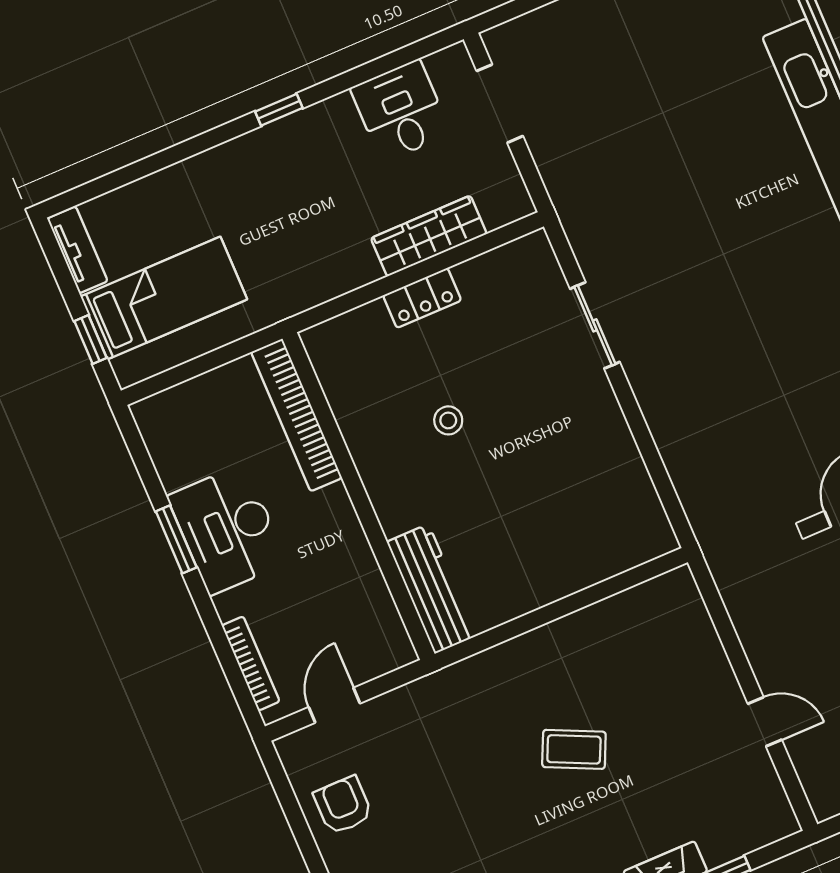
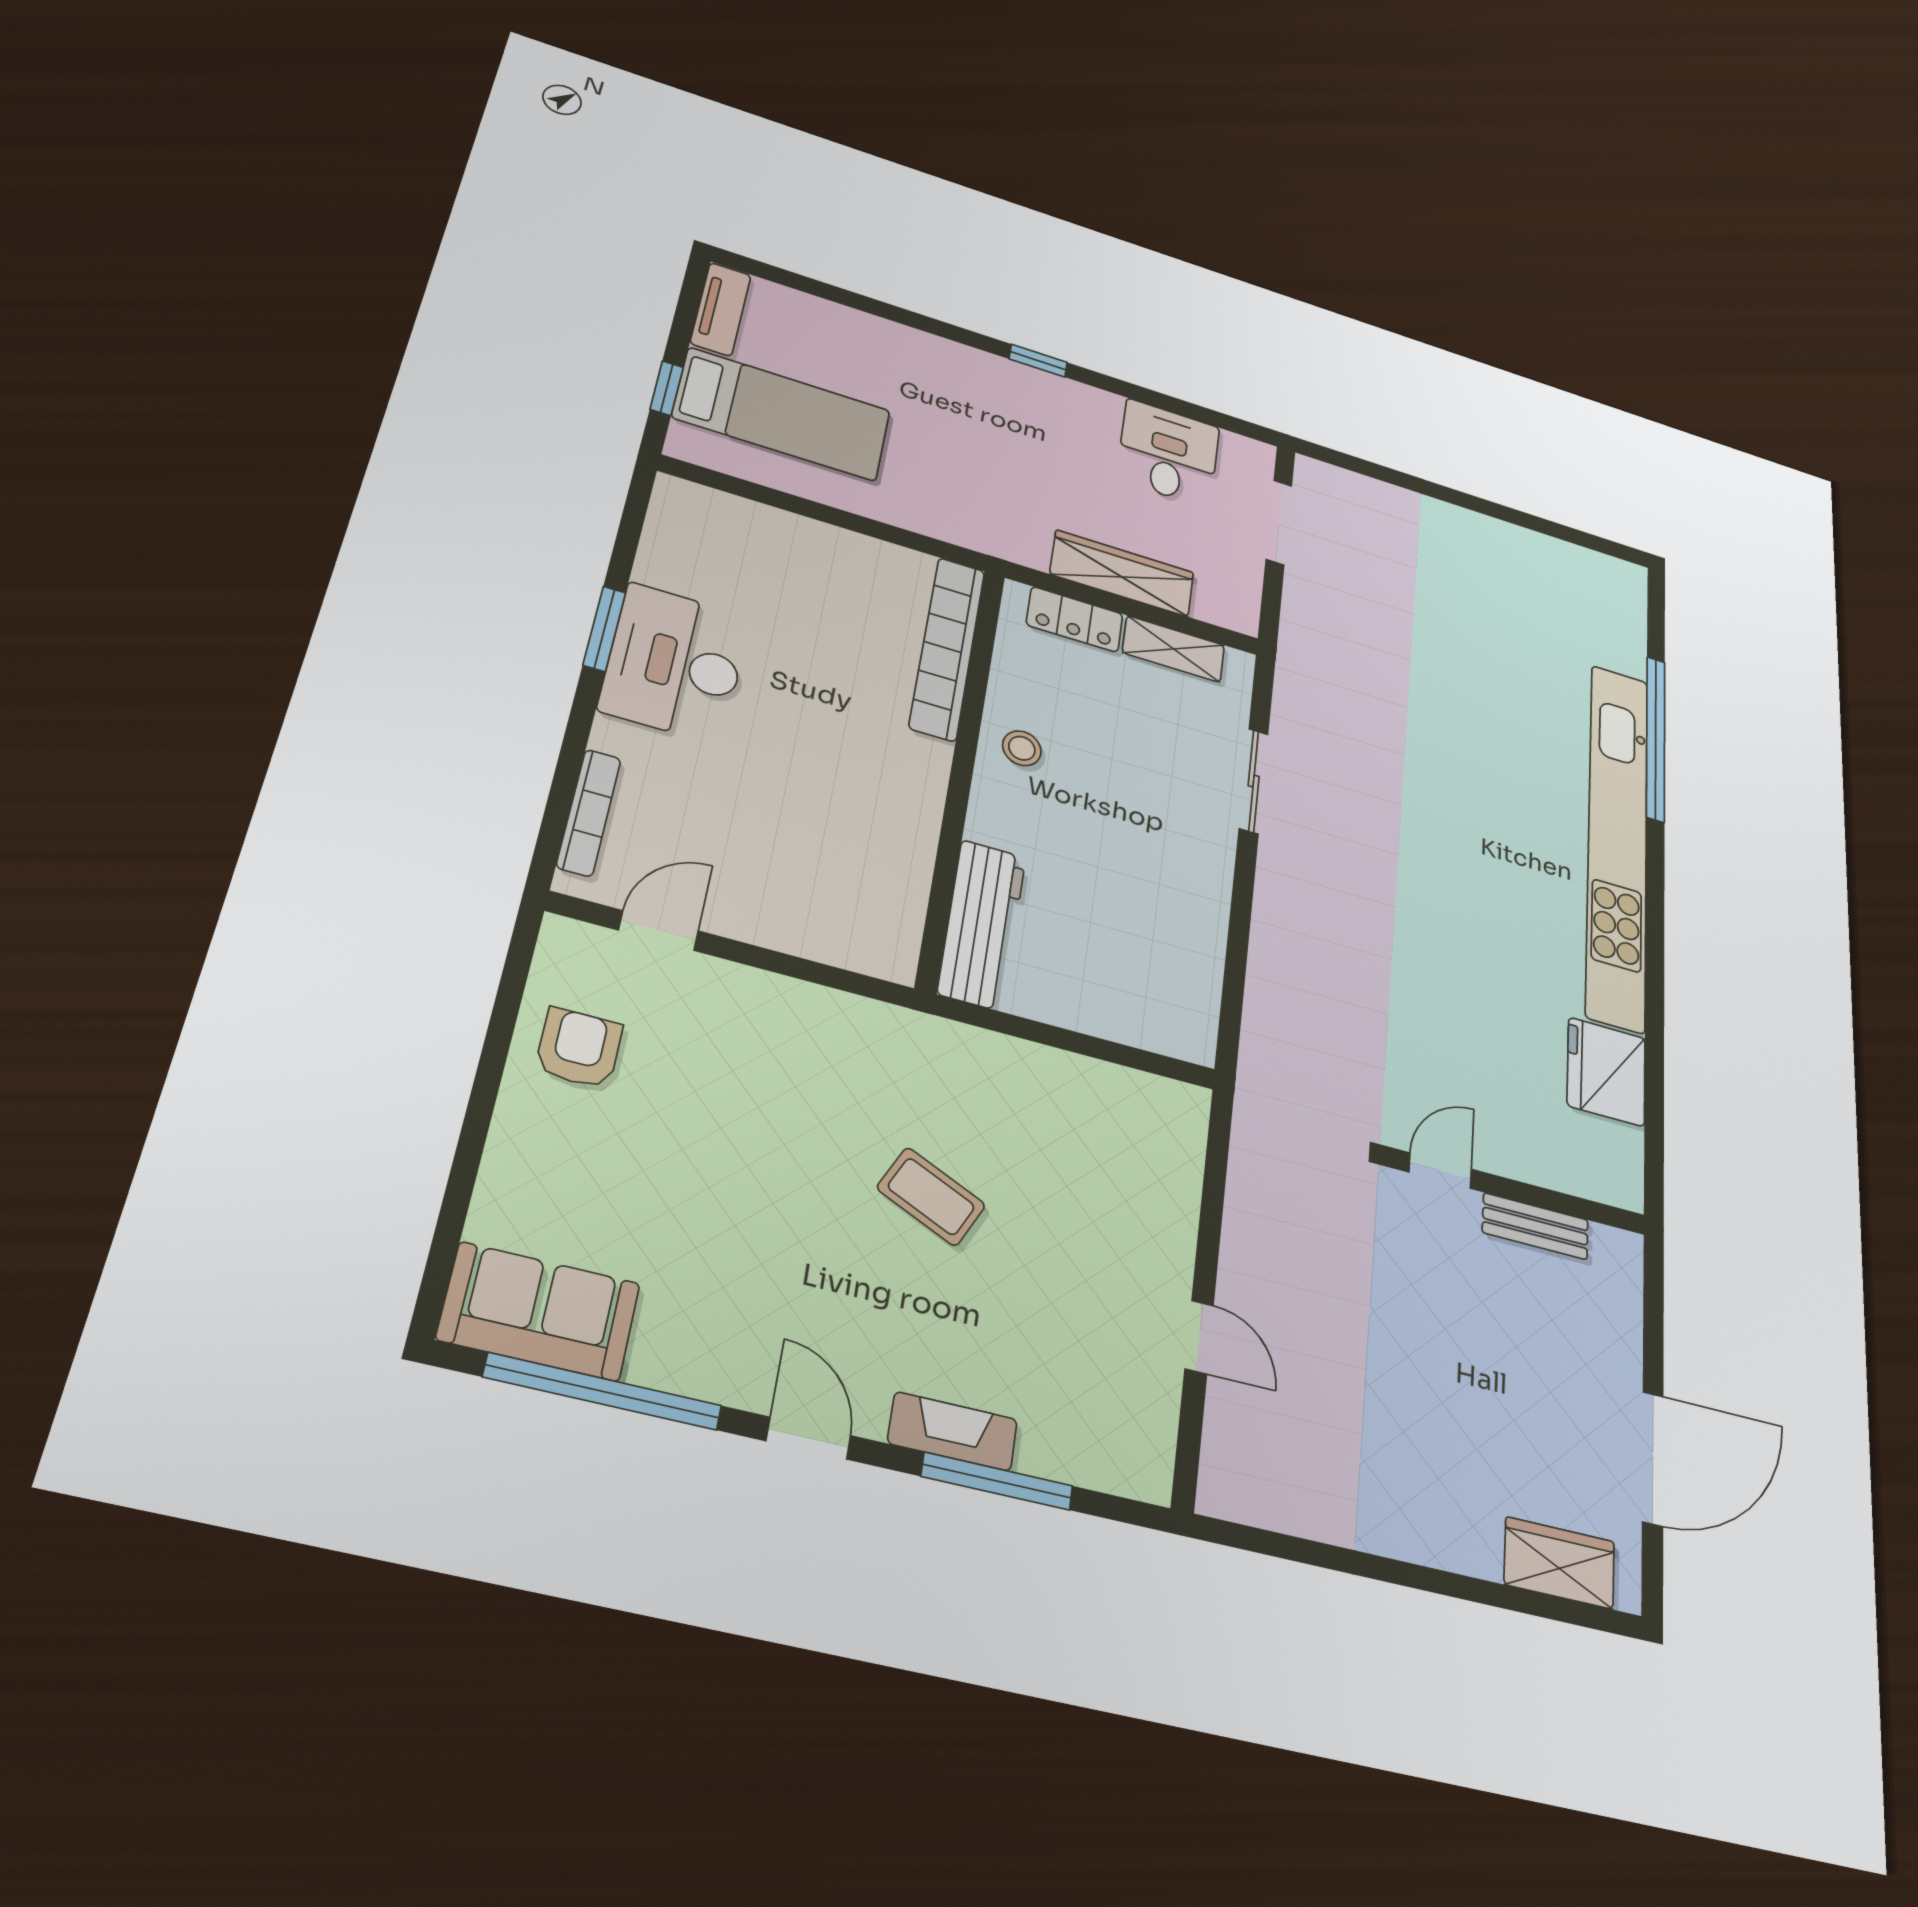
shelving: (492, 267) -> (1173, 649), added
bookcase: (297, 415) -> (947, 648), moved
wall: (358, 496) -> (962, 773), moved
workbench: (431, 589) -> (982, 925), moved

